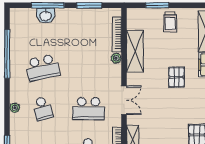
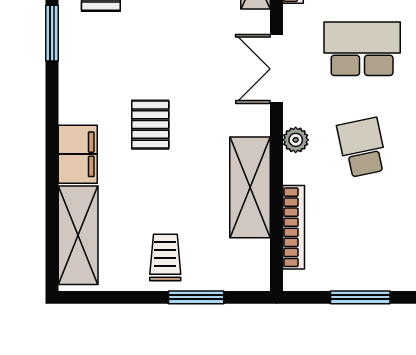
plant: (116, 58) -> (296, 140), moved
school desk: (88, 68) -> (362, 148), added

